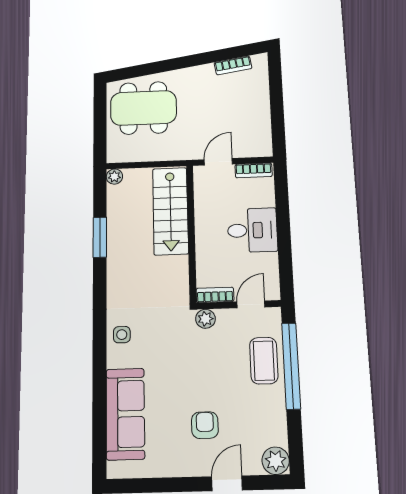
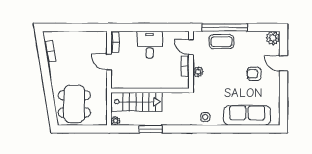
stairs: (170, 211) -> (137, 102), moved
wall: (191, 233) -> (150, 90), moved

